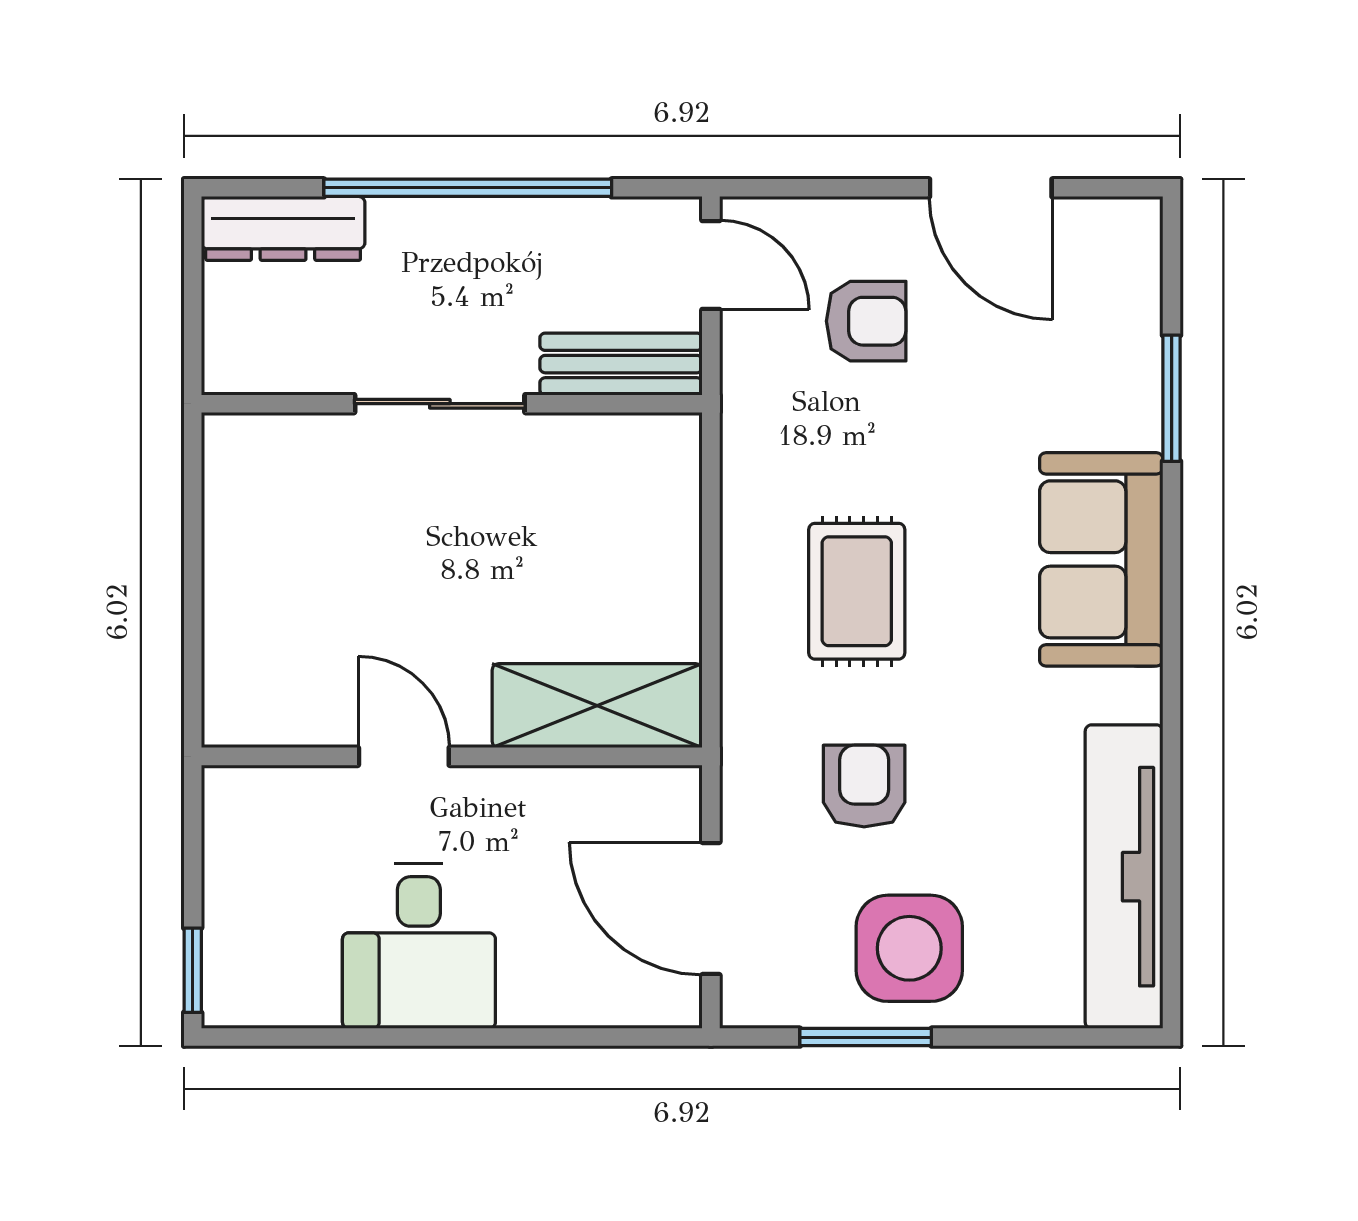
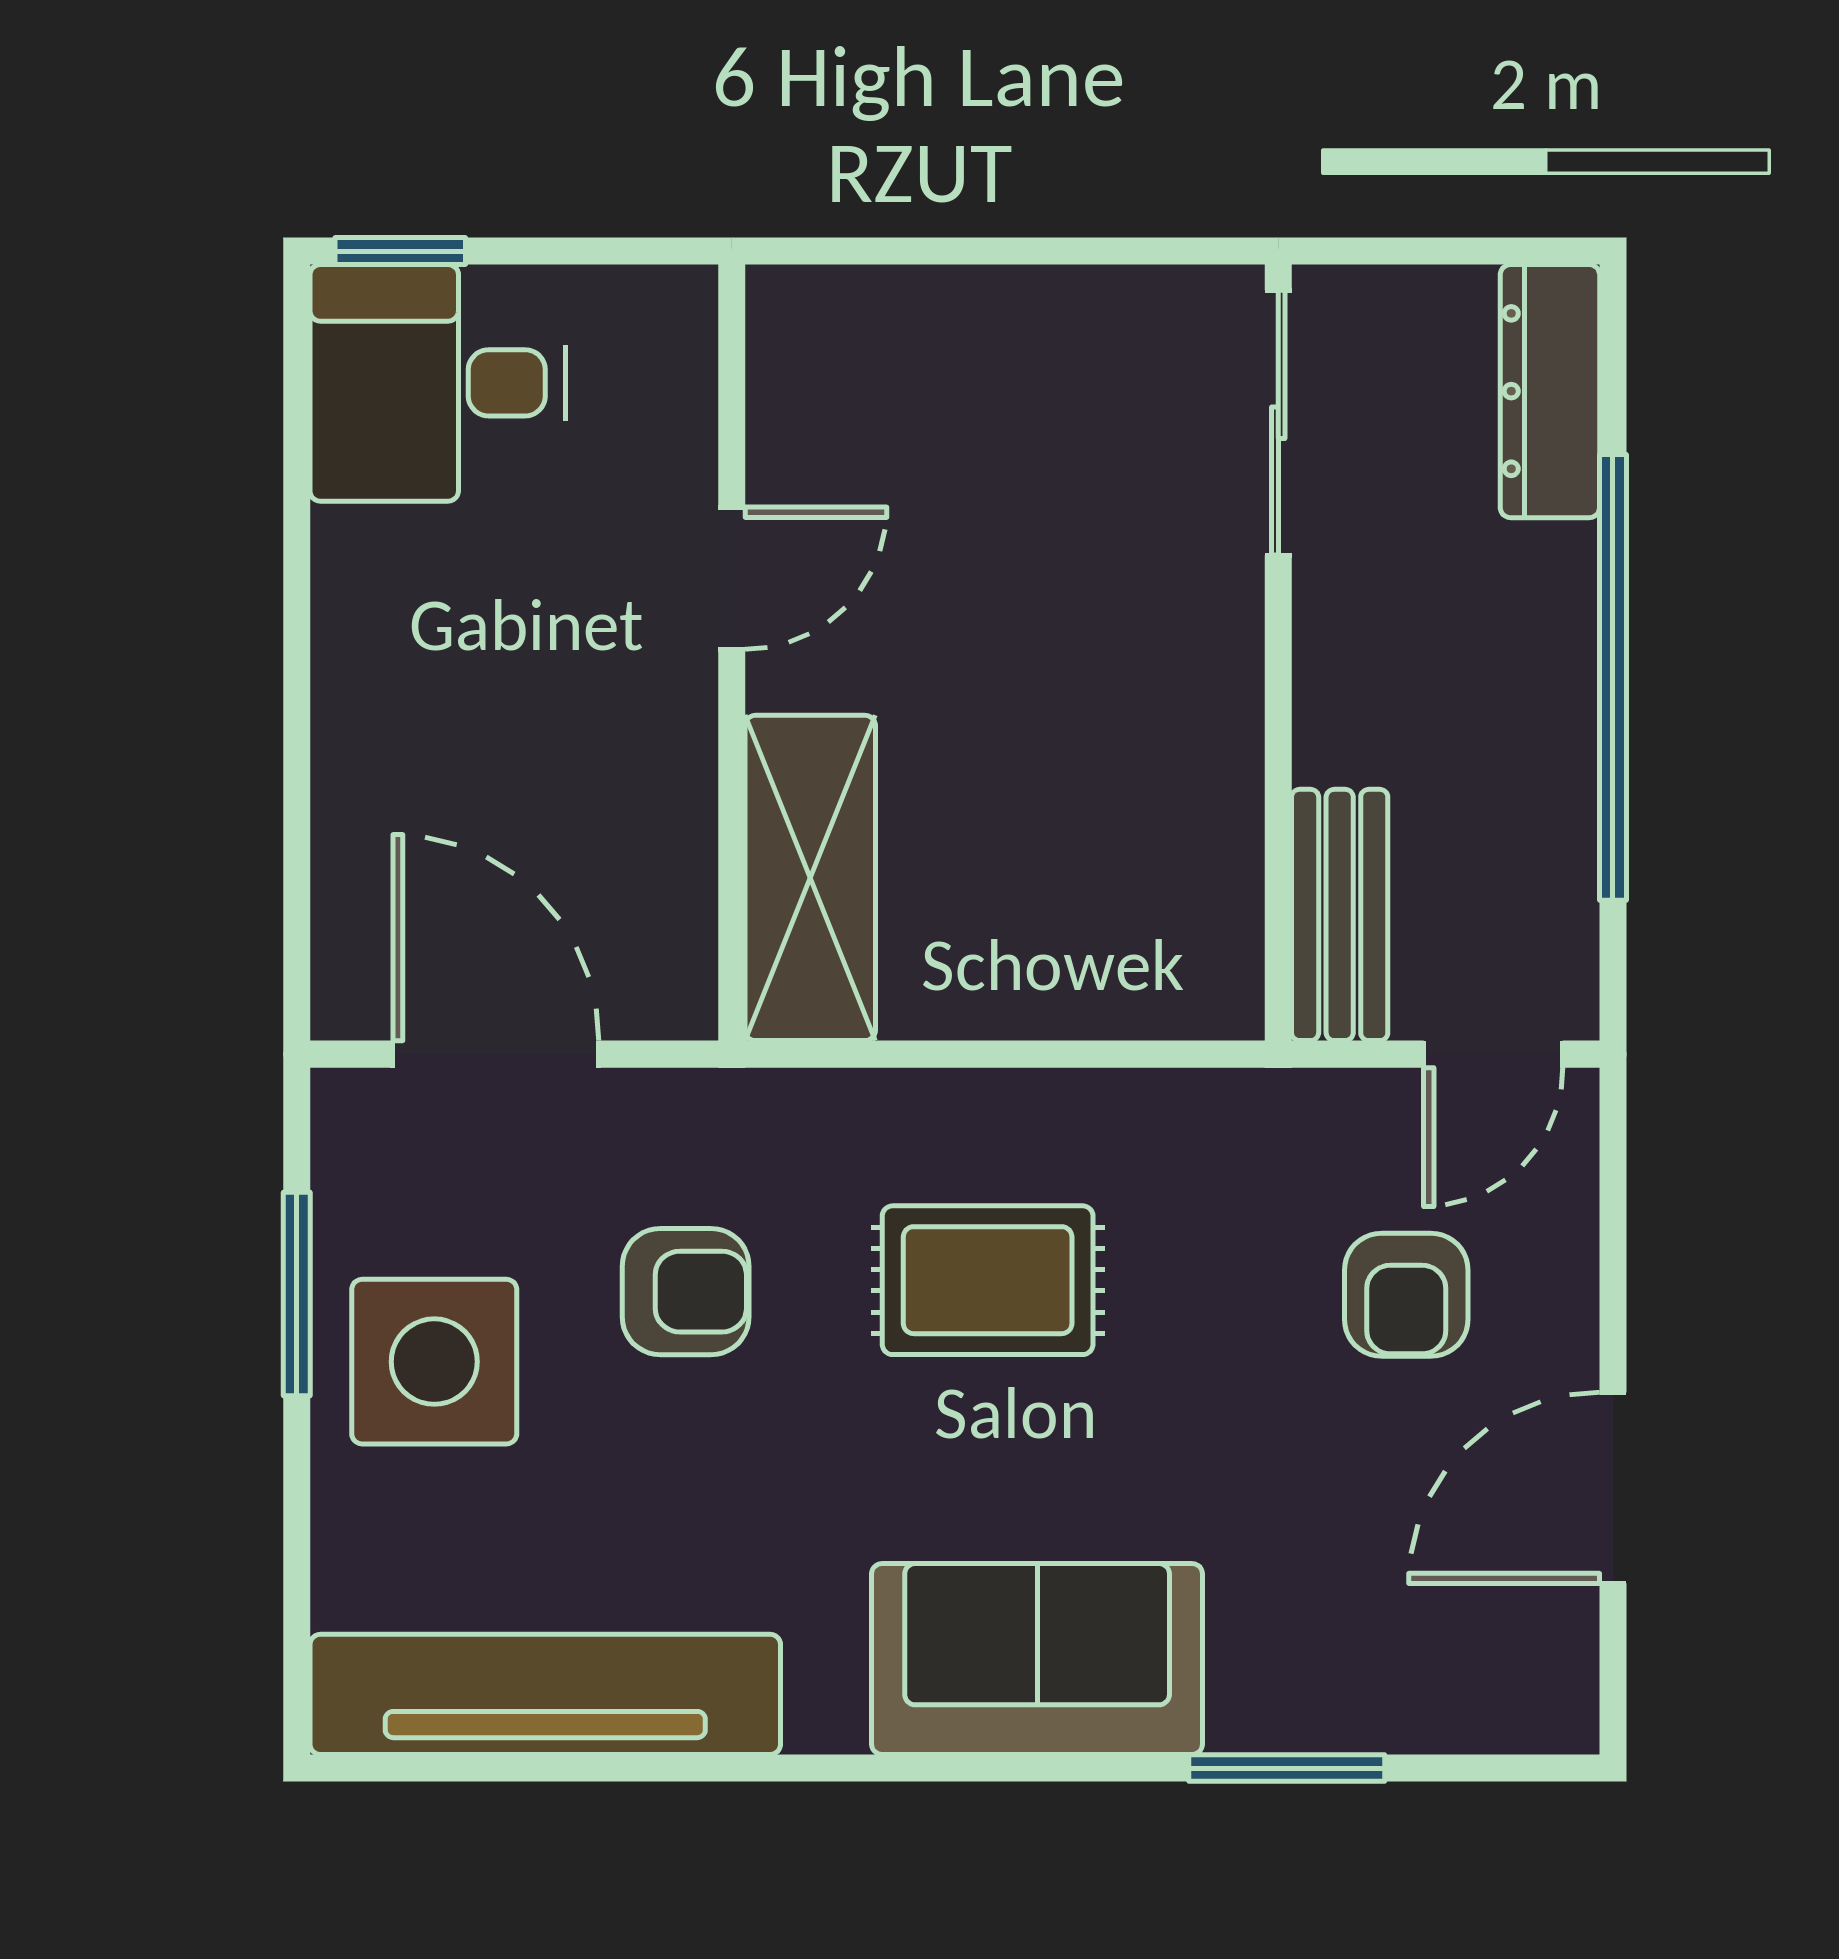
sliding door: (440, 404) -> (1278, 423), moved
door: (711, 908) -> (496, 1054), hinge flipped
desk: (419, 946) -> (438, 383), moved

